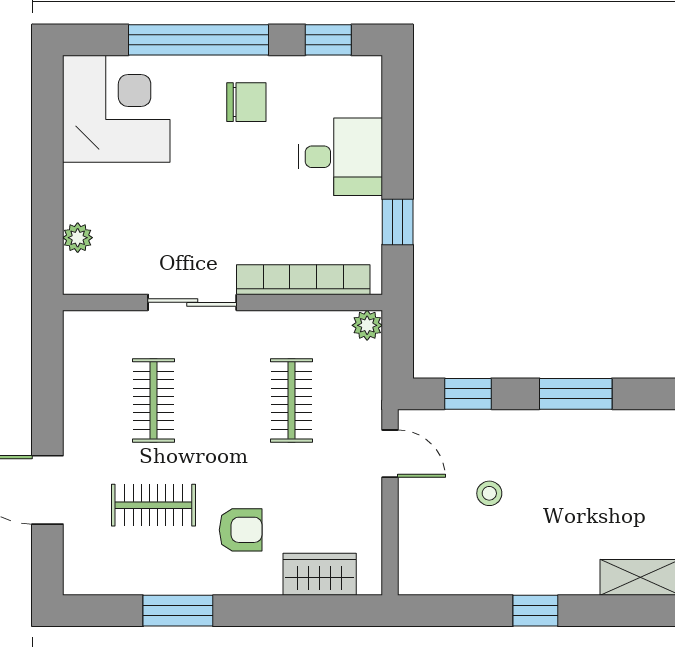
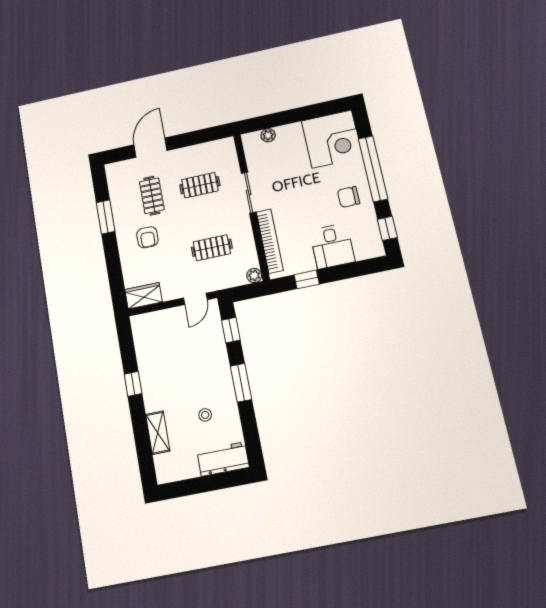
chair: (246, 102) -> (349, 197), turned 90
stool: (489, 493) -> (205, 415), moved
wardrobe: (320, 574) -> (143, 296), moved, turned -90

